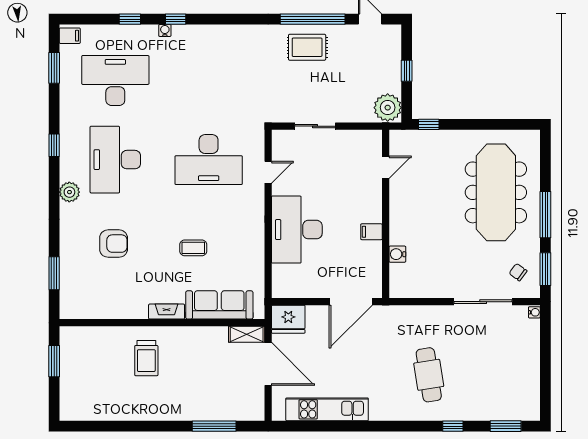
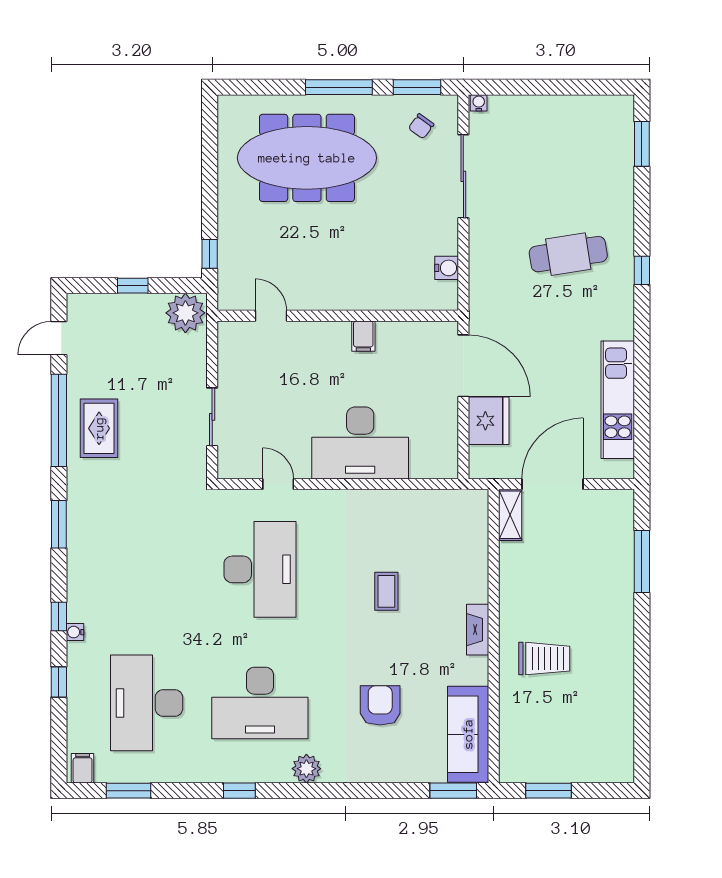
window: (240, 19) -> (59, 524), added
water cooler: (397, 254) -> (447, 268), moved, turned -90
window: (54, 273) -> (453, 791), moved
sofa: (219, 305) -> (468, 734), moved
fridge: (288, 319) -> (489, 421), moved
window: (453, 426) -> (642, 270), moved

